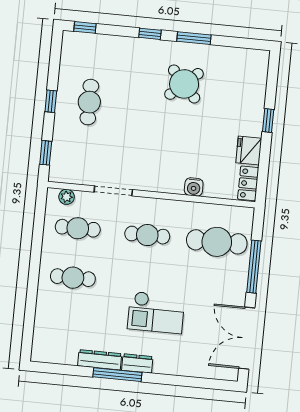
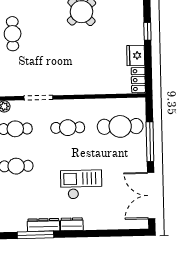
water cooler: (194, 187) -> (98, 88), removed
checkout: (156, 312) -> (81, 185), turned 180
window: (117, 375) -> (35, 235), moved

